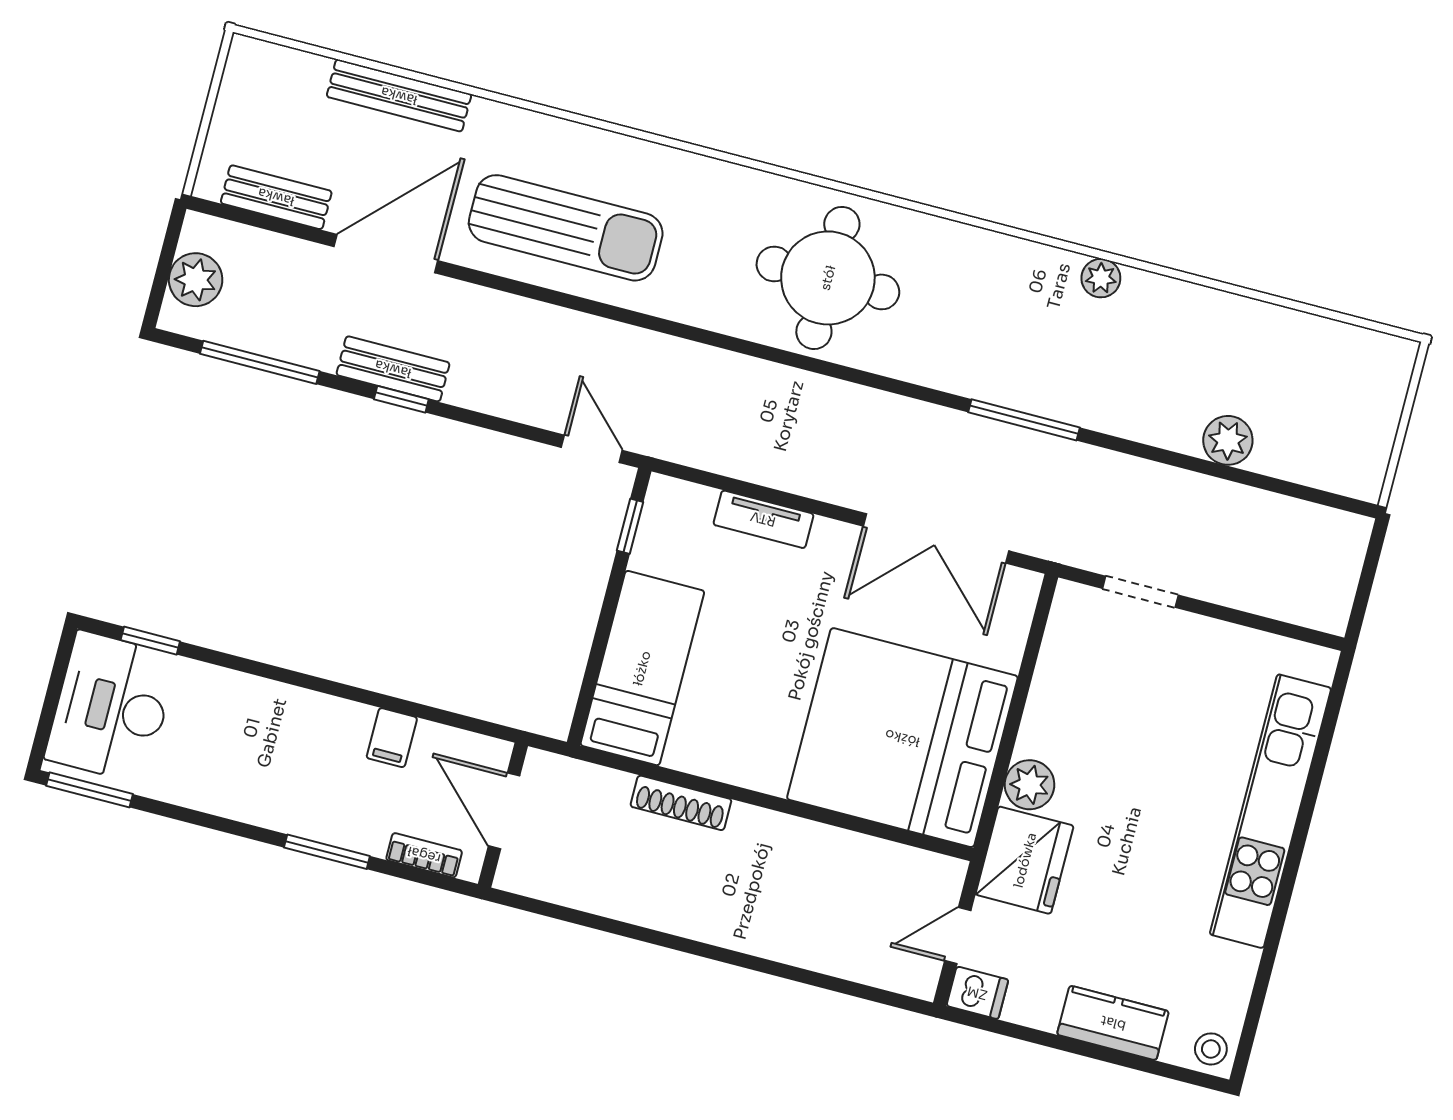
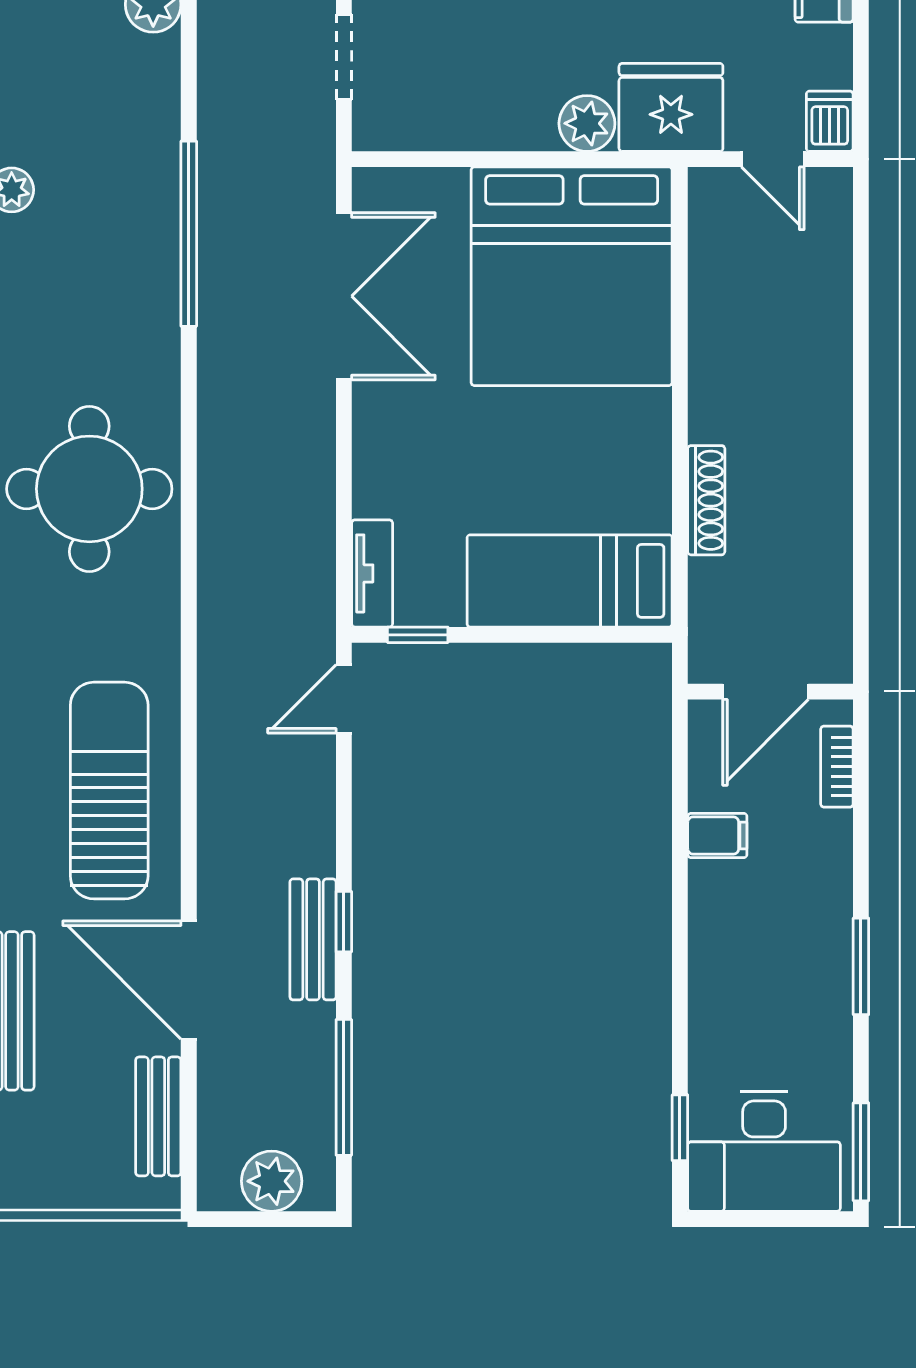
window: (1024, 420) -> (189, 234), width x1.46
tv unit: (763, 519) -> (372, 573), moved
window: (327, 852) -> (861, 966), moved

